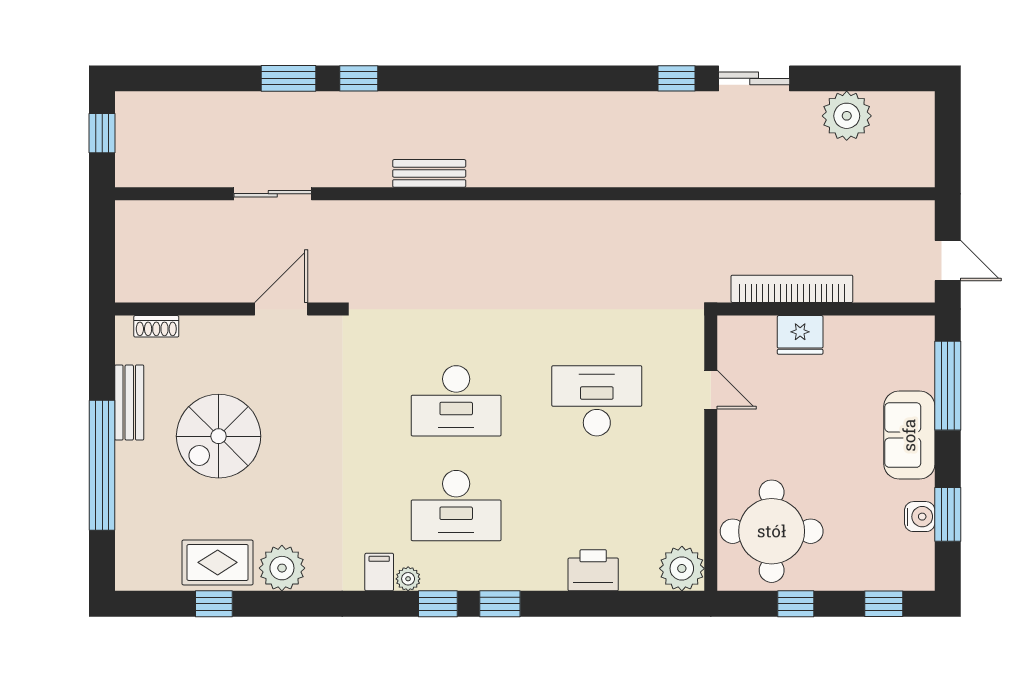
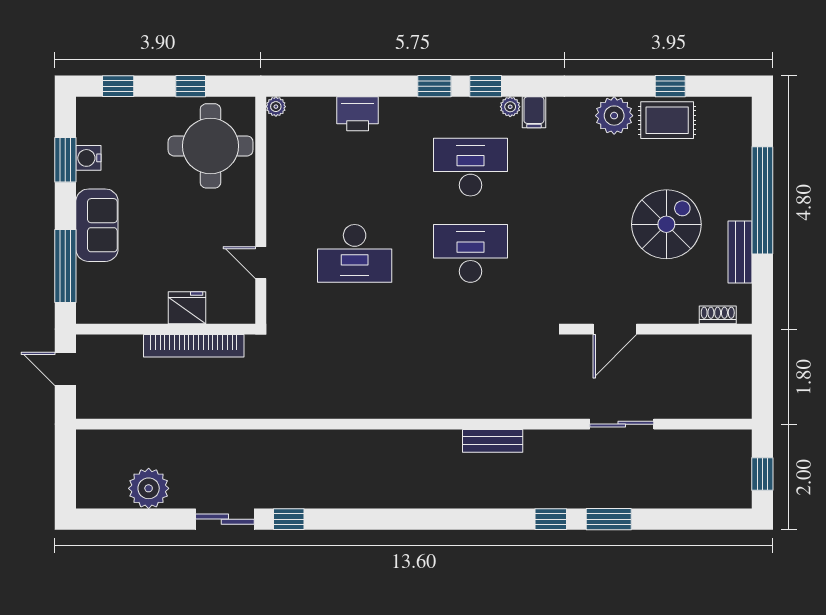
plant: (682, 568) -> (276, 107), width x0.53, depth x0.53

